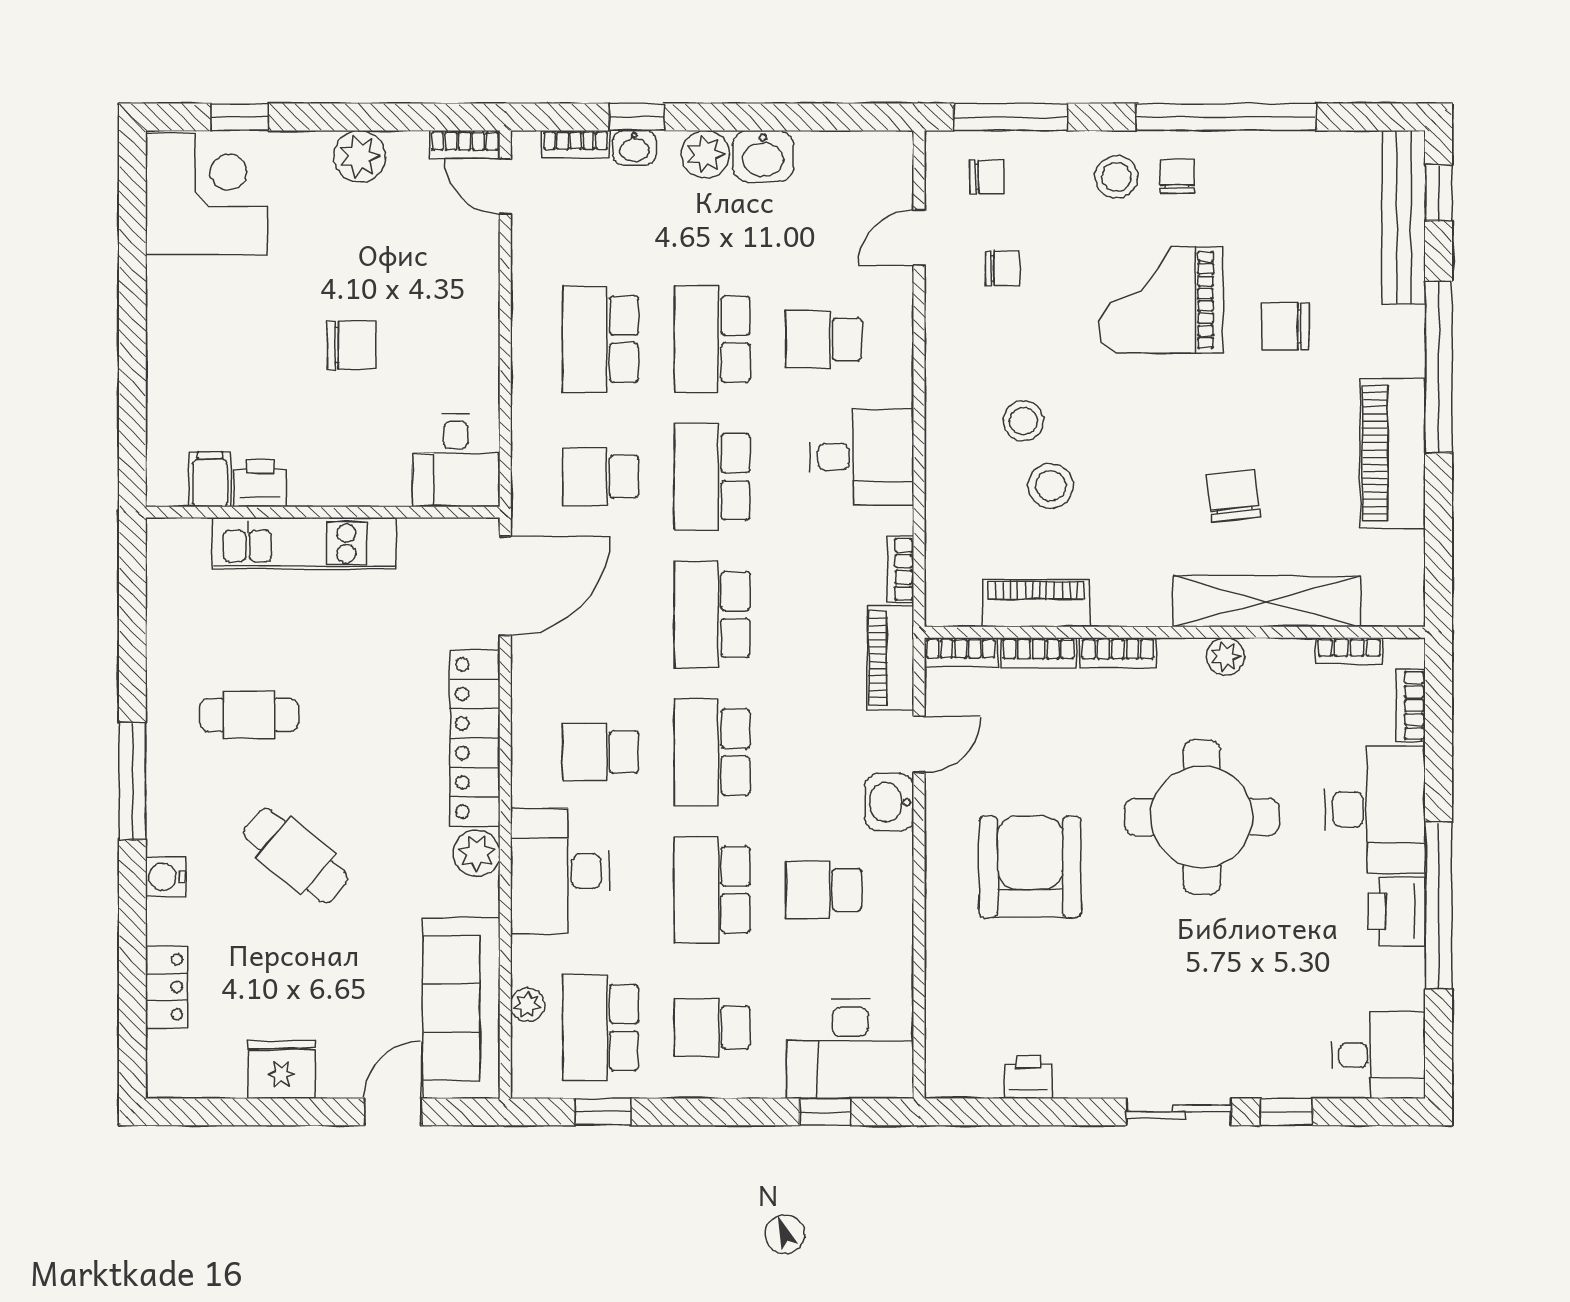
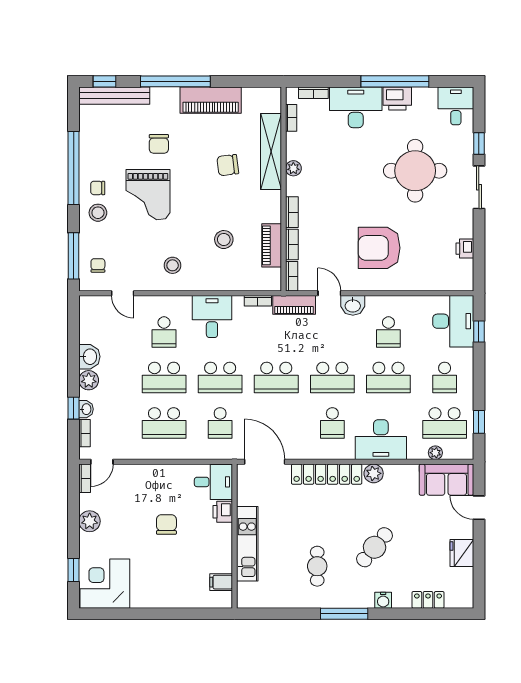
chair: (1003, 268) -> (135, 259), removed
stool: (1023, 421) -> (173, 265), moved
printer: (260, 483) -> (223, 512), moved
round table: (1202, 817) -> (415, 171), moved
sofa: (461, 1008) -> (446, 480), width x0.73

